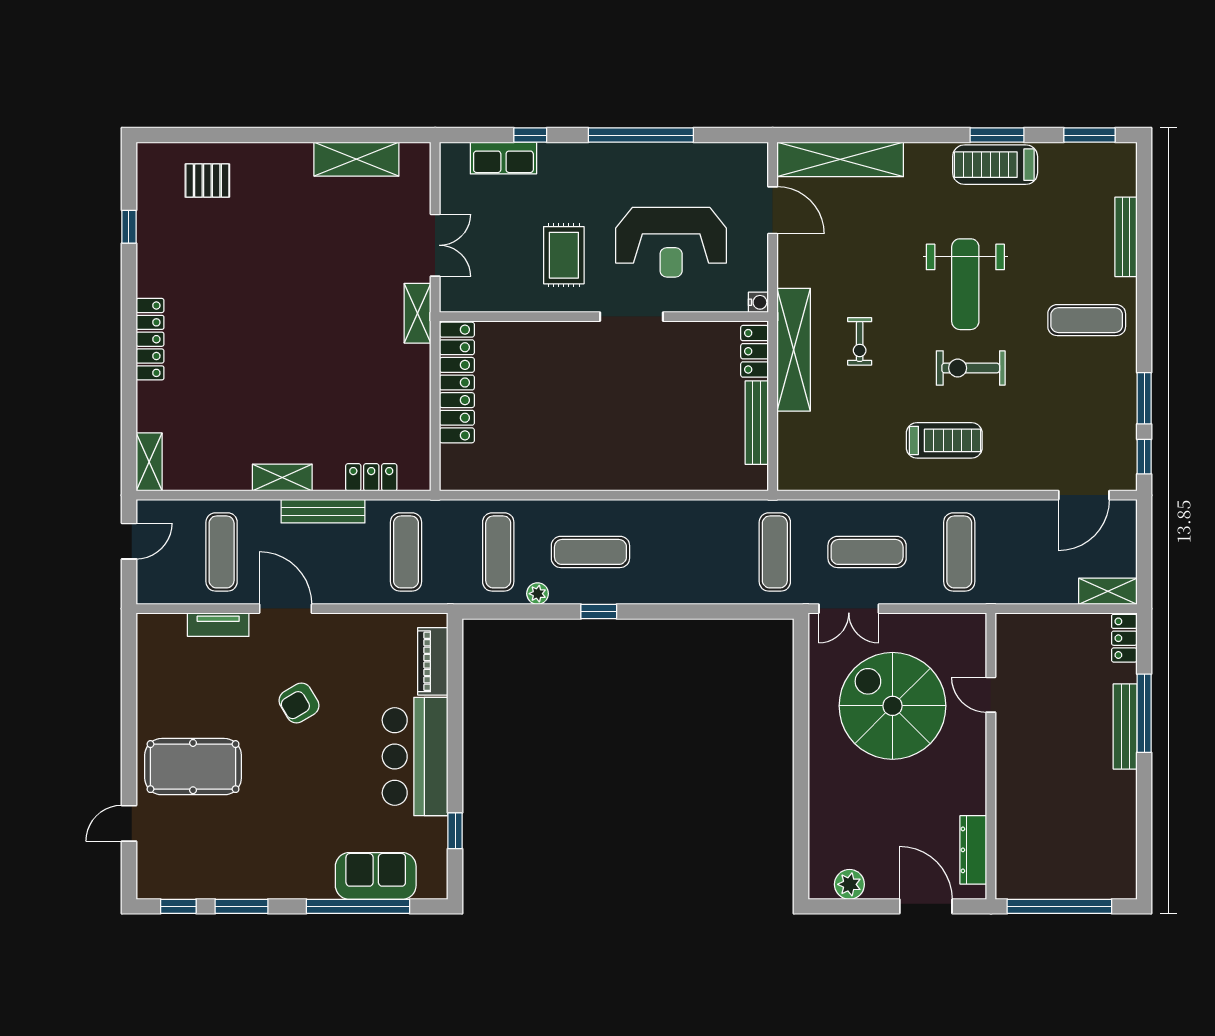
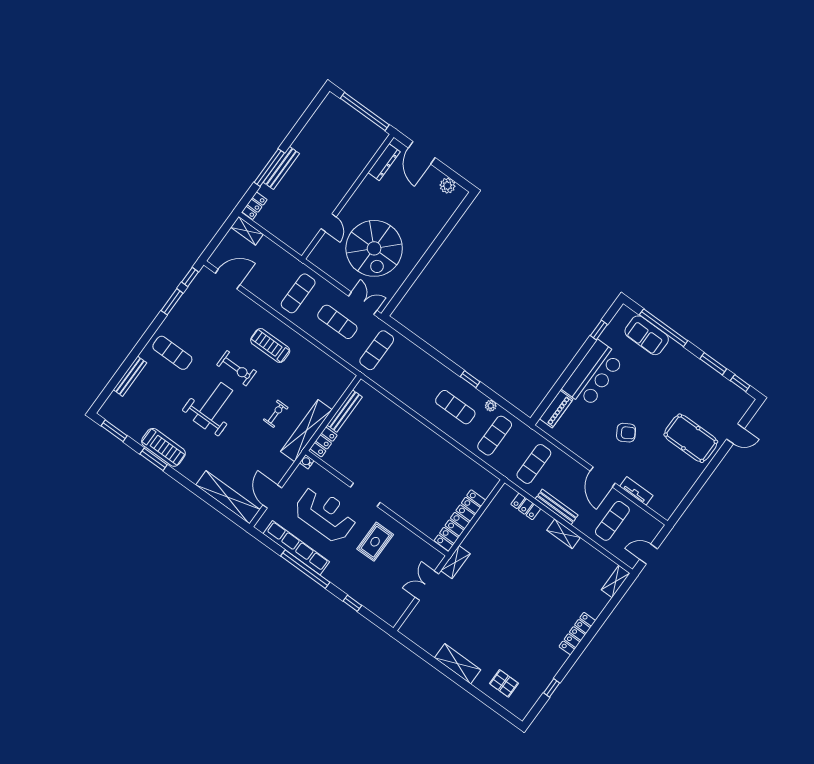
row of seats: (503, 158) -> (296, 548), moved, width x2.02
shelving: (356, 159) -> (458, 664), moved

